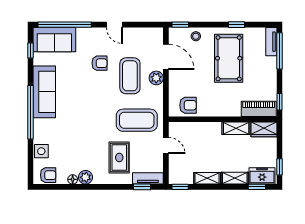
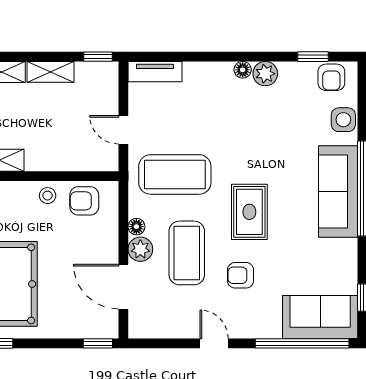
stool: (196, 36) -> (48, 196), moved
floor lamp: (158, 91) -> (136, 227), added
sofa: (44, 92) -> (338, 192), moved
rug: (119, 158) -> (249, 212), moved
armchair: (48, 175) -> (331, 77), turned -90
floor lamp: (73, 179) -> (243, 70), moved
window: (142, 187) -> (313, 57), moved

